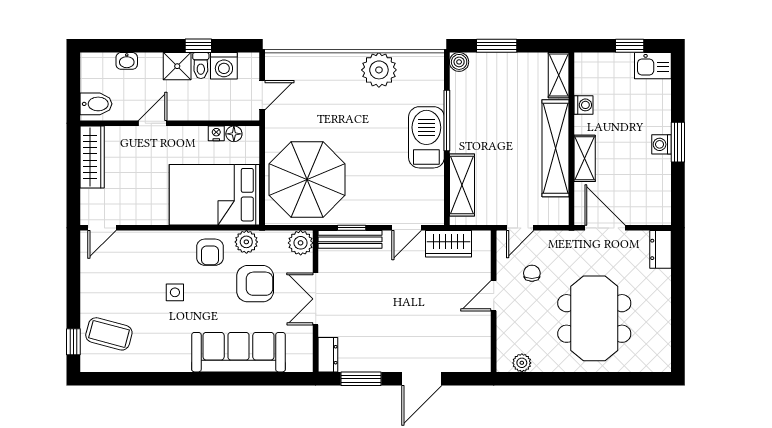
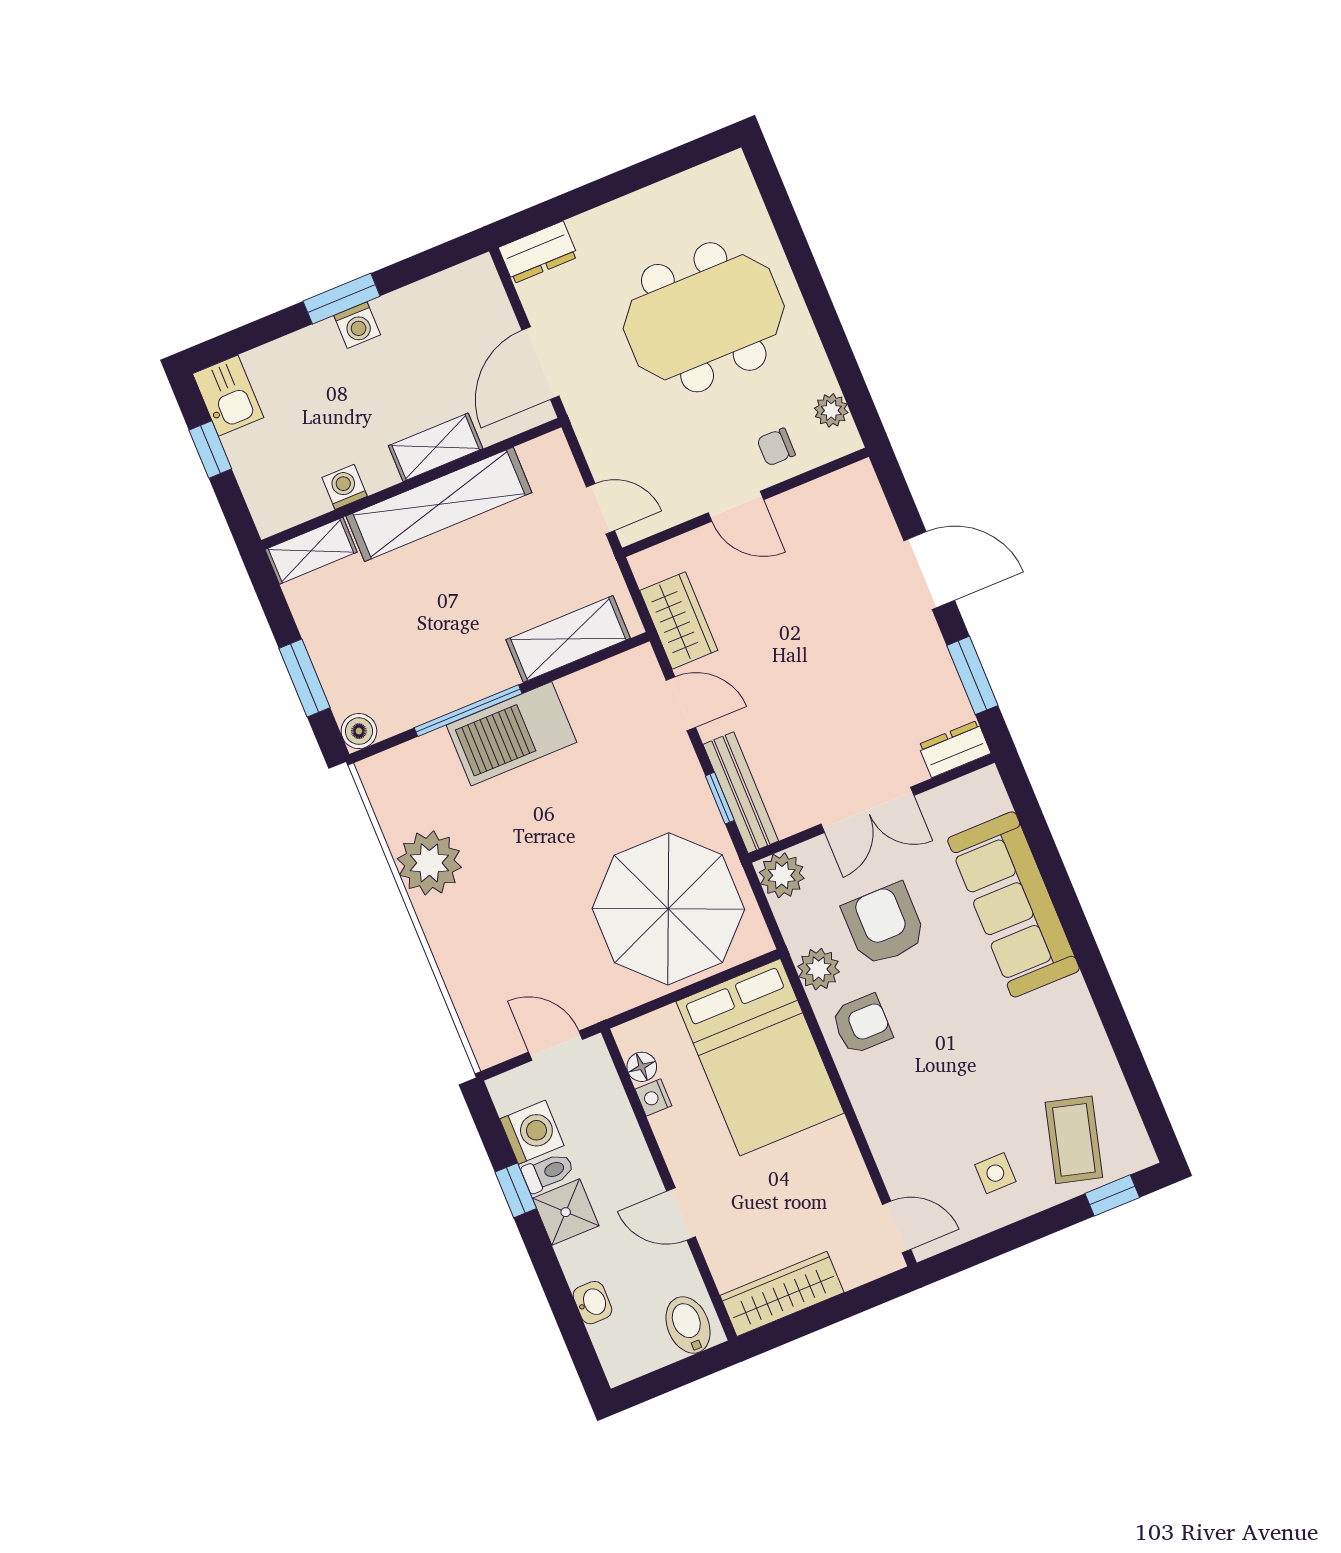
chair: (532, 273) -> (776, 447), moved
side table: (175, 292) -> (995, 1173), moved

